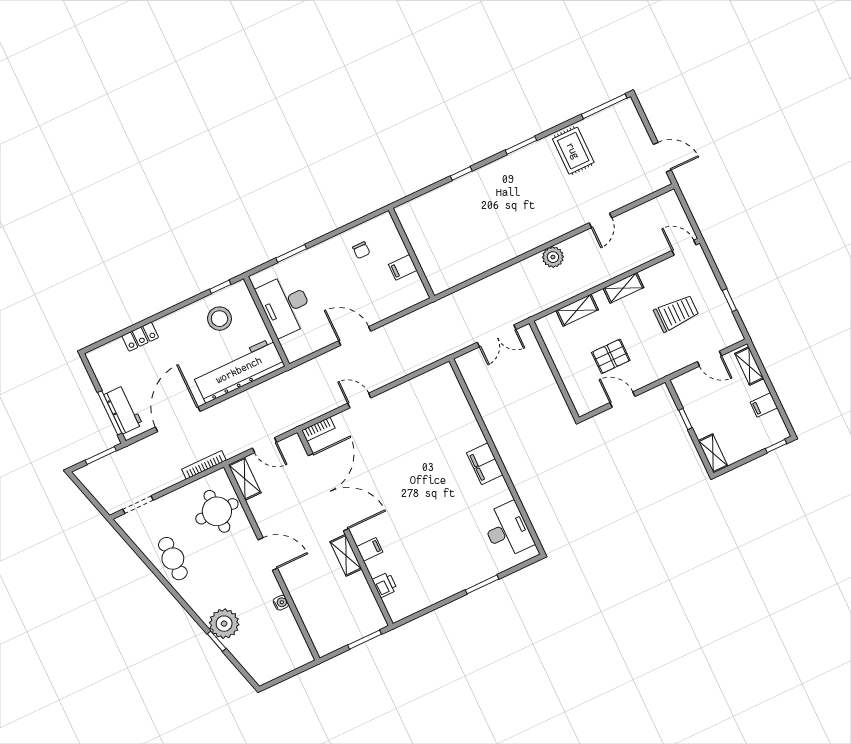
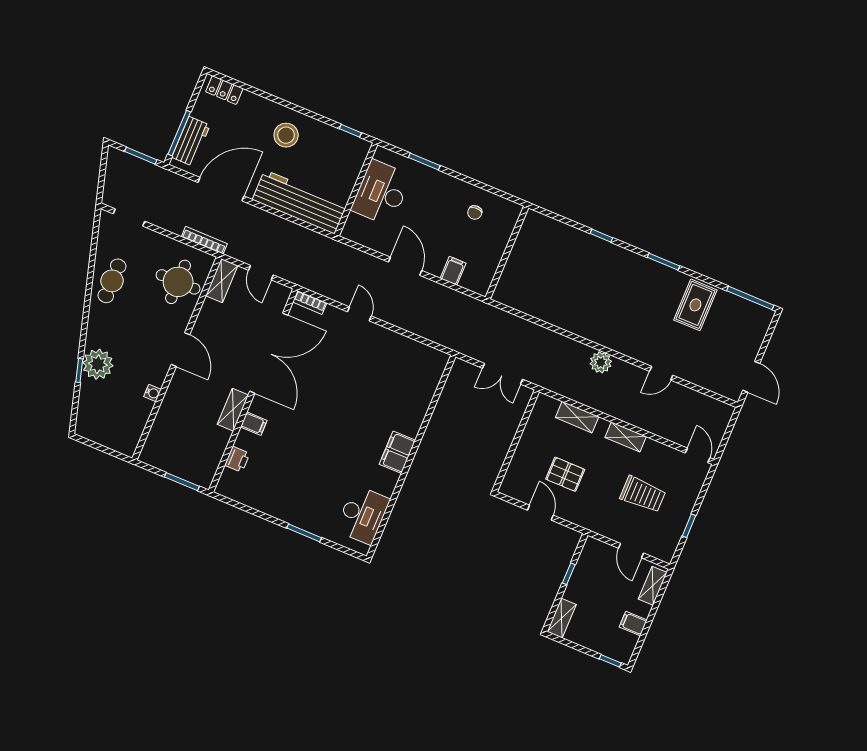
filing cabinet: (403, 267) -> (453, 271), moved, turned 90
stool: (219, 319) -> (286, 135), moved
locker: (140, 337) -> (224, 90), moved

